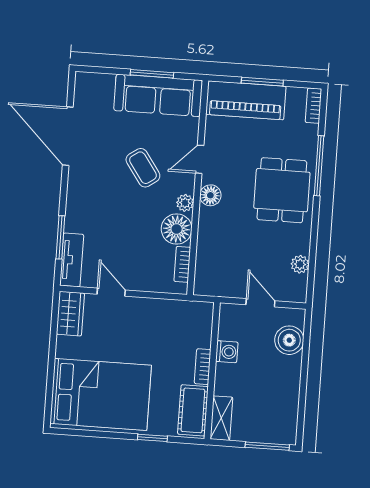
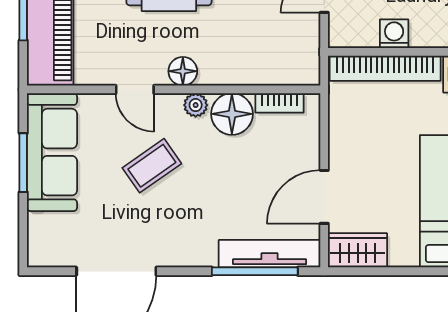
window: (60, 237) -> (255, 271), width x1.44
tv unit: (72, 260) -> (270, 254), width x1.41
door: (111, 292) -> (324, 197), width x1.38
bookcase: (203, 367) -> (385, 68), width x2.31, depth x1.31

